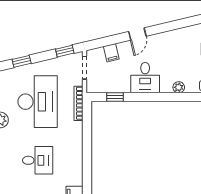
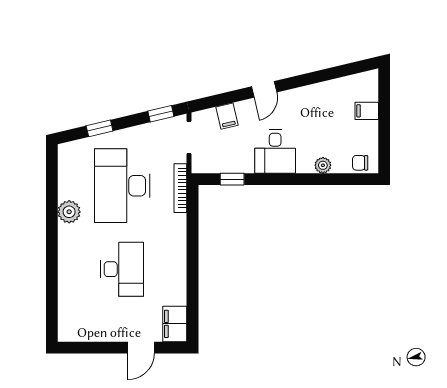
desk: (38, 102) -> (122, 186), turned 180
desk: (38, 160) -> (122, 269), width x1.37

